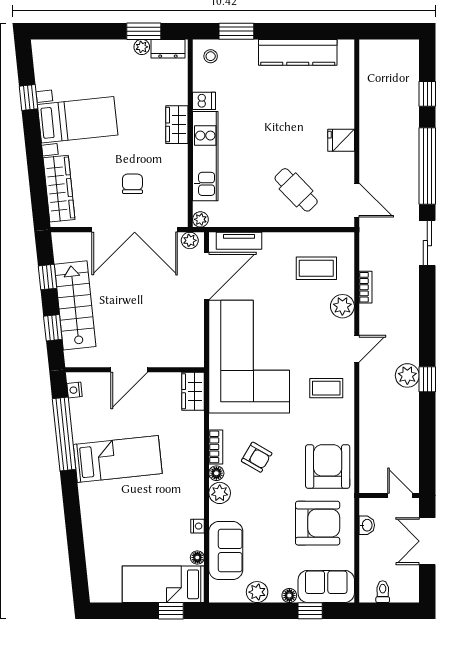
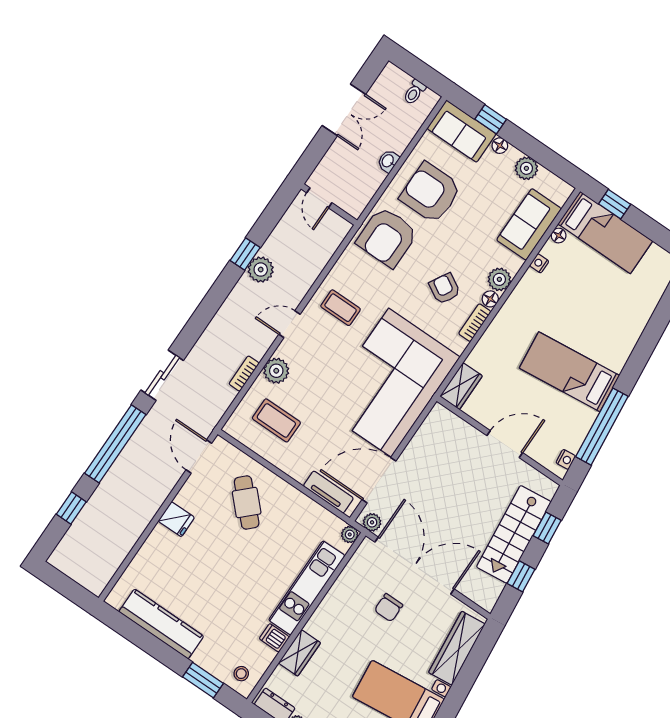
wardrobe: (177, 125) -> (300, 653), moved
wall: (389, 496) -> (329, 204), moved
door: (400, 496) -> (319, 198), moved

